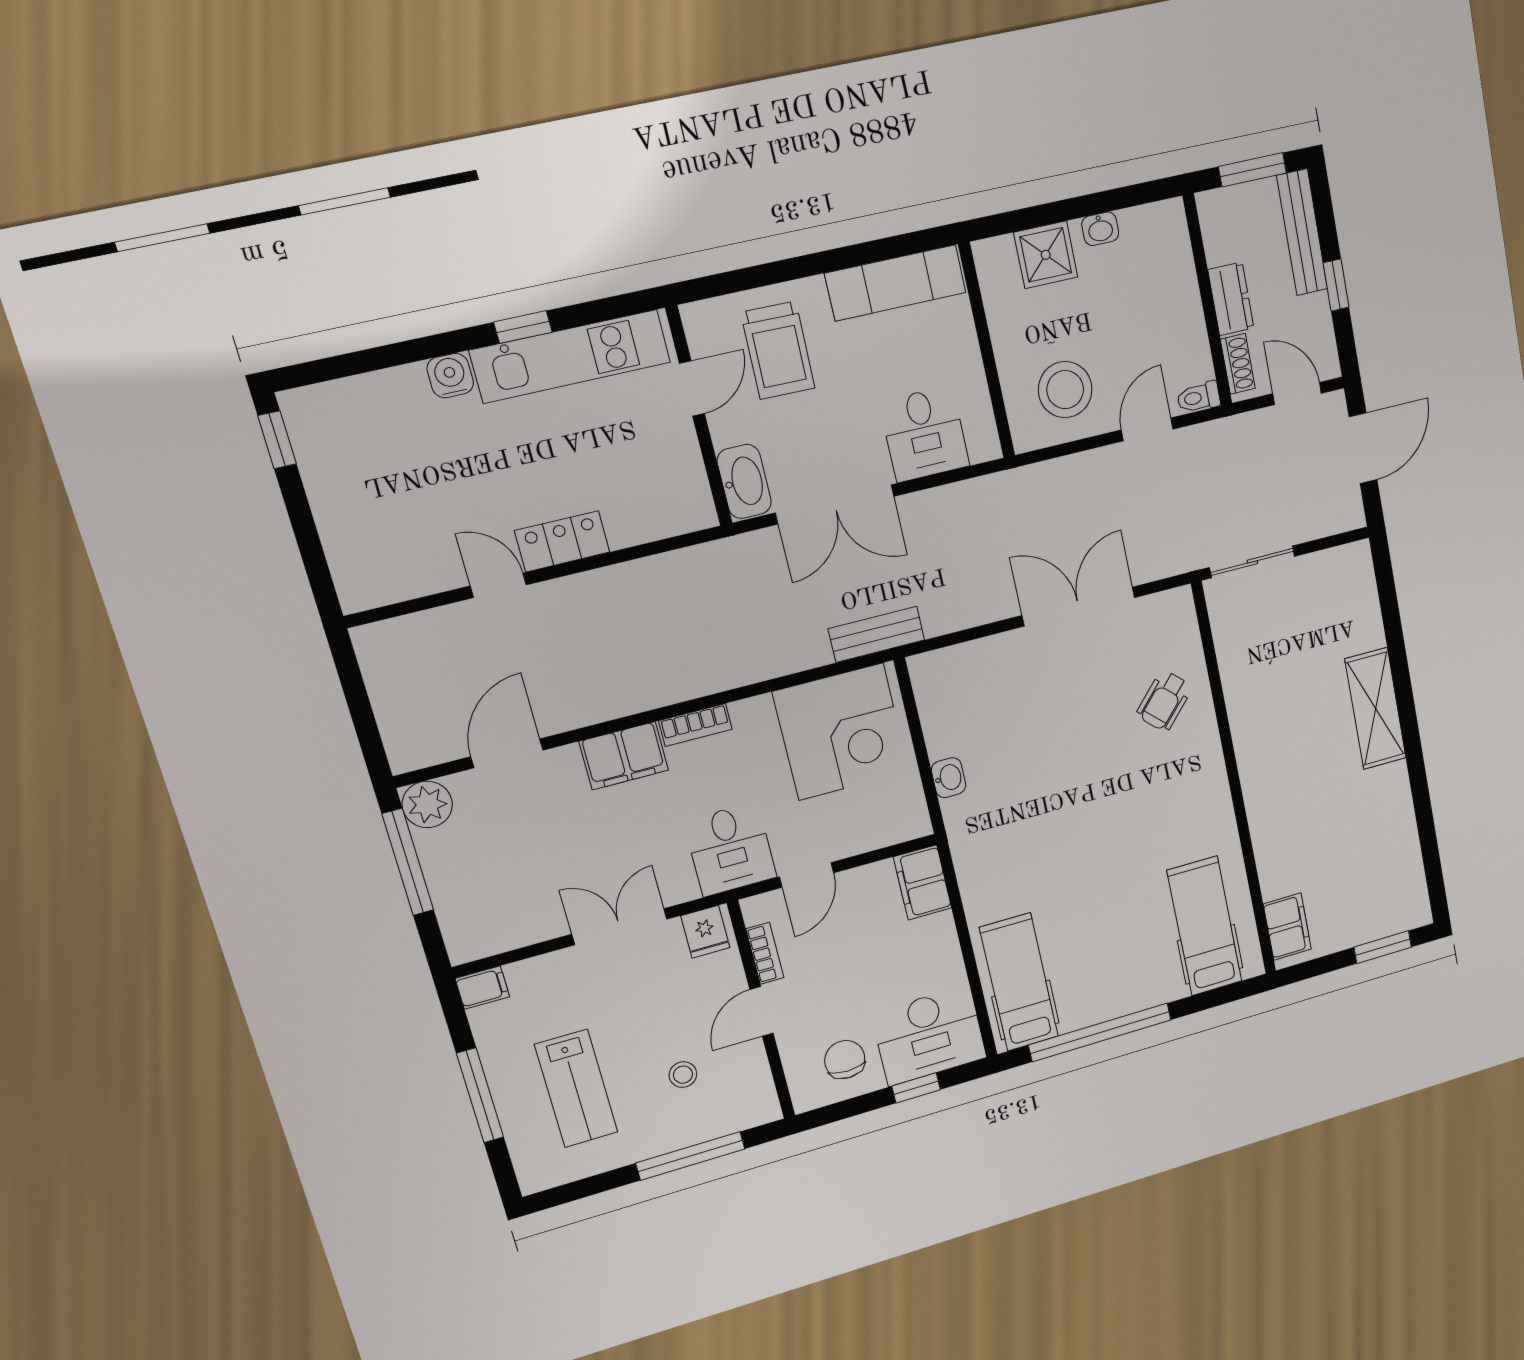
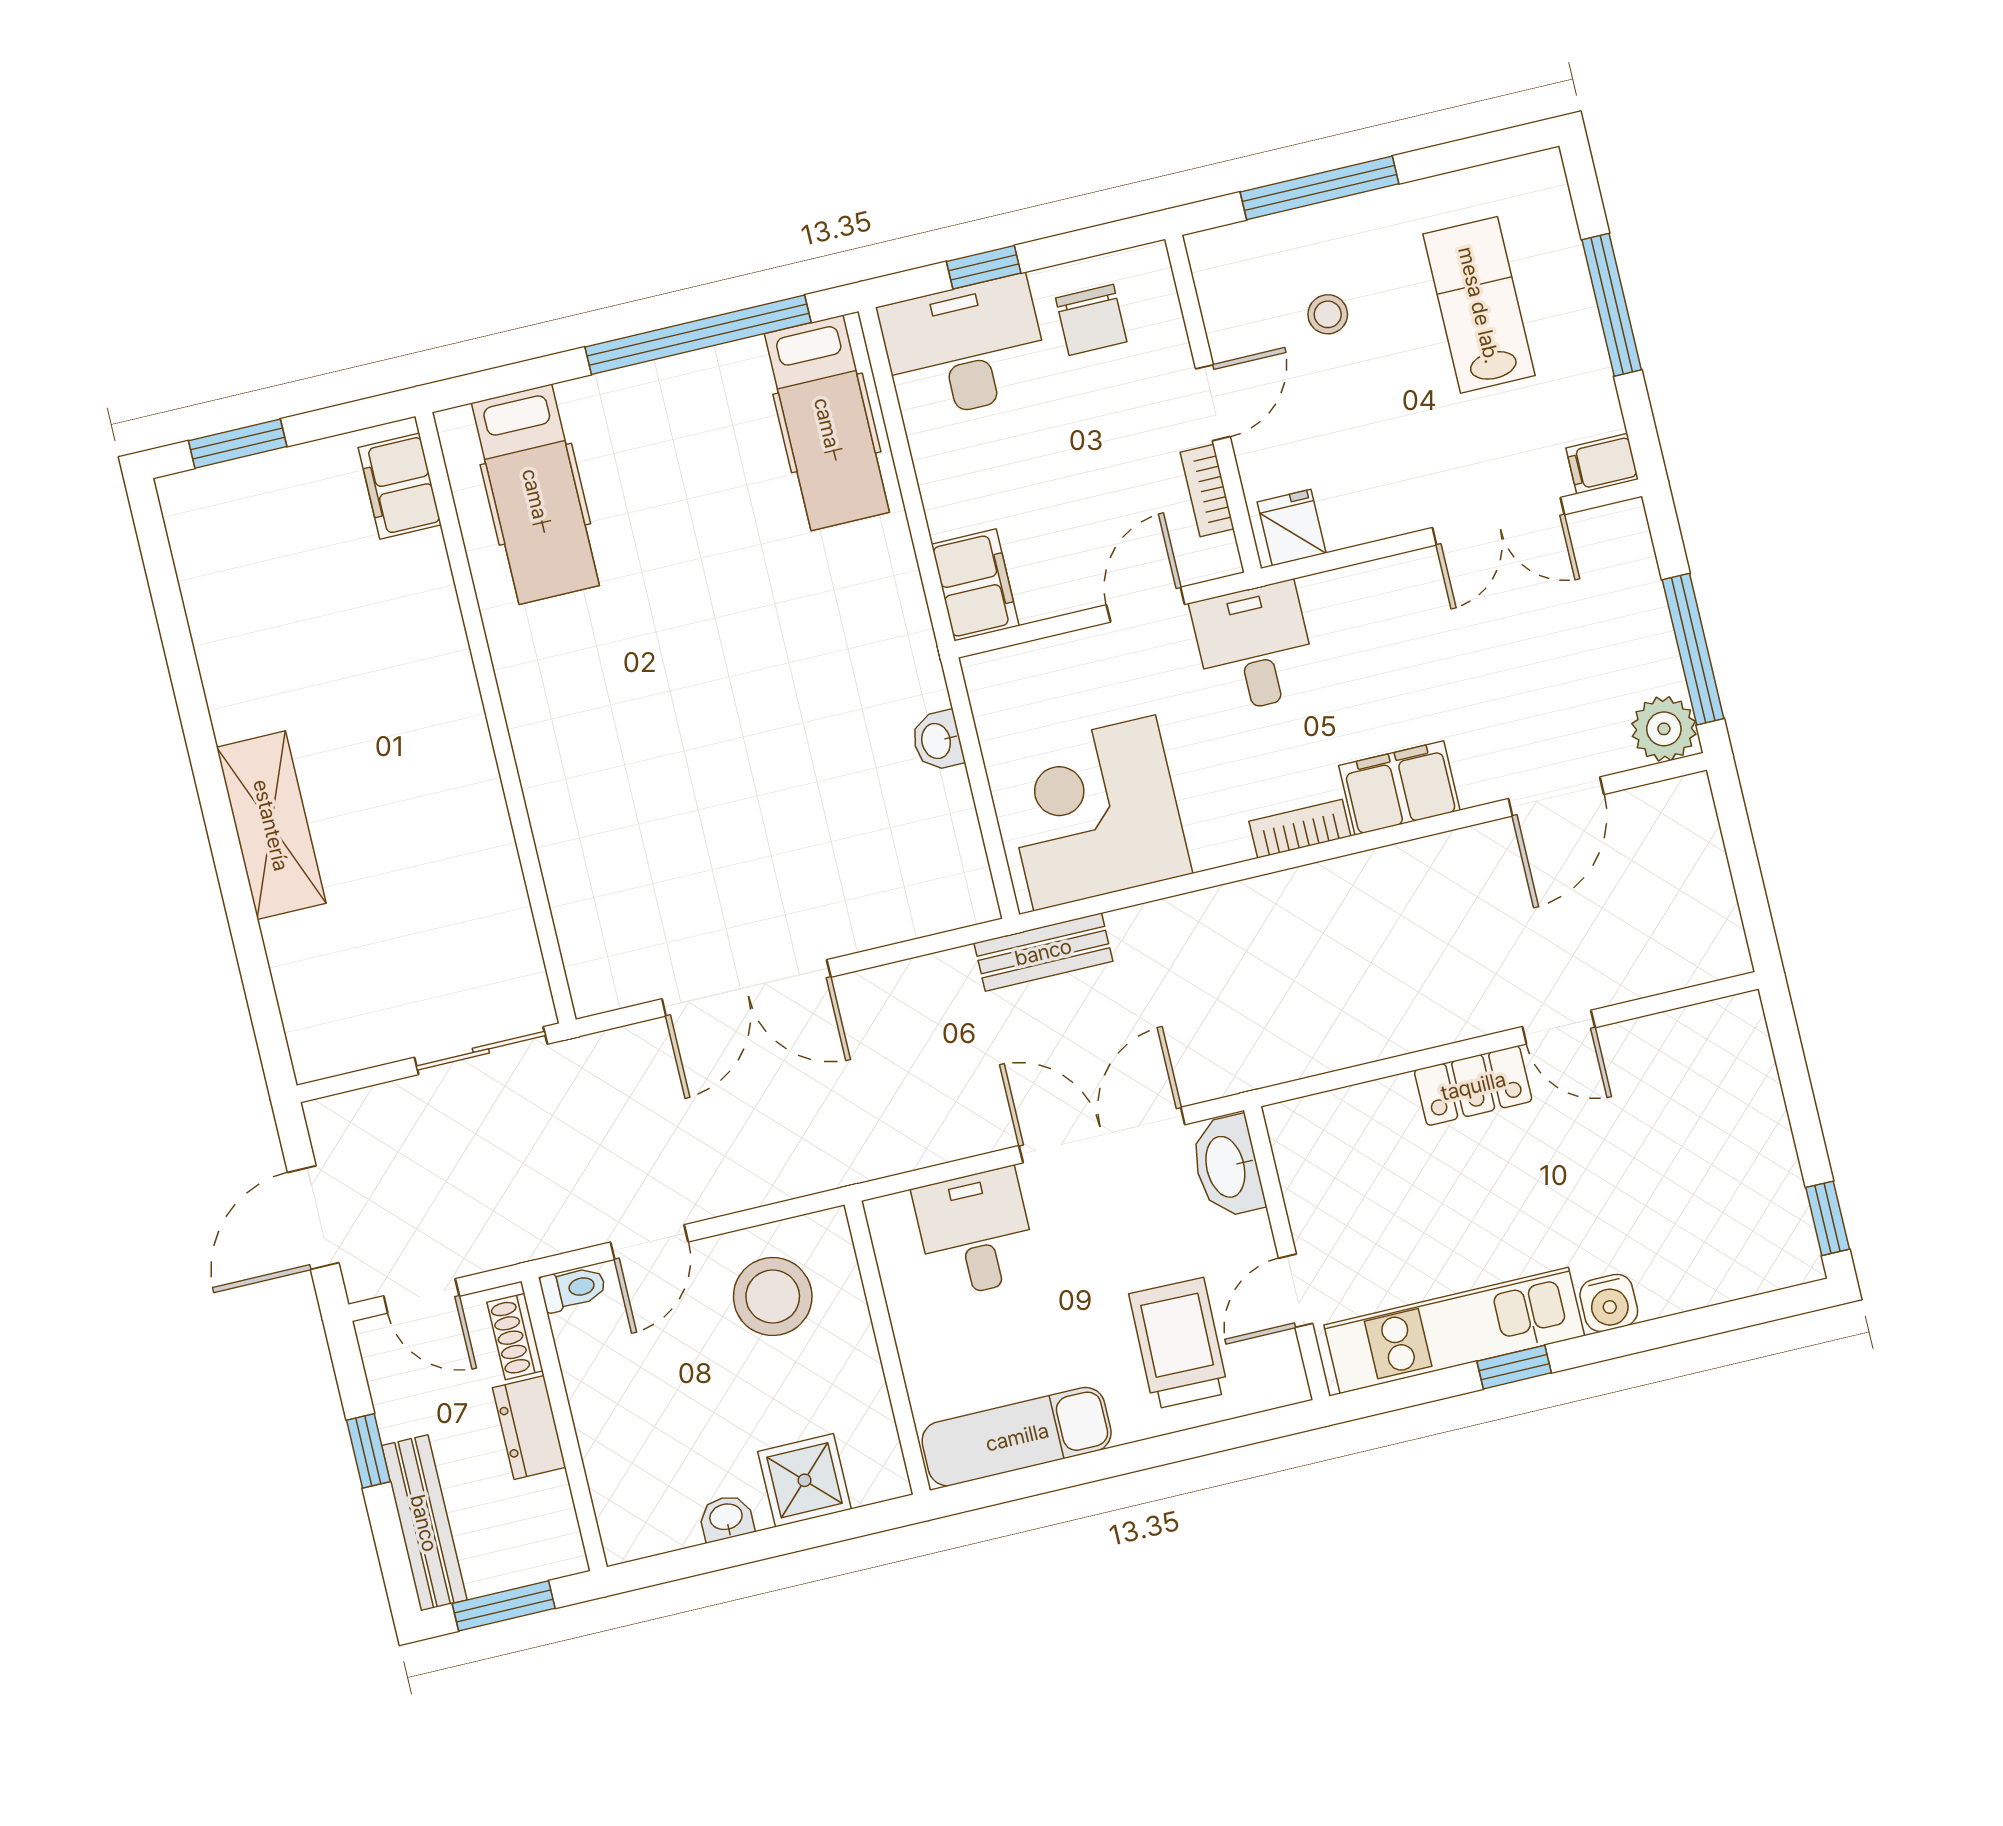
wheelchair: (1164, 701) -> (611, 846), removed
double door: (620, 927) -> (1498, 521), moved

